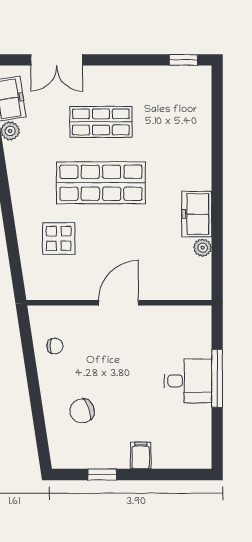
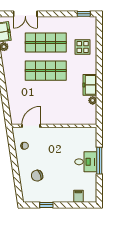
shop shelf: (101, 122) -> (46, 43), width x1.43, depth x1.36
display table: (59, 238) -> (83, 47), moved
door: (119, 303) -> (31, 126), moved
filing cabinet: (141, 456) -> (78, 196), moved

